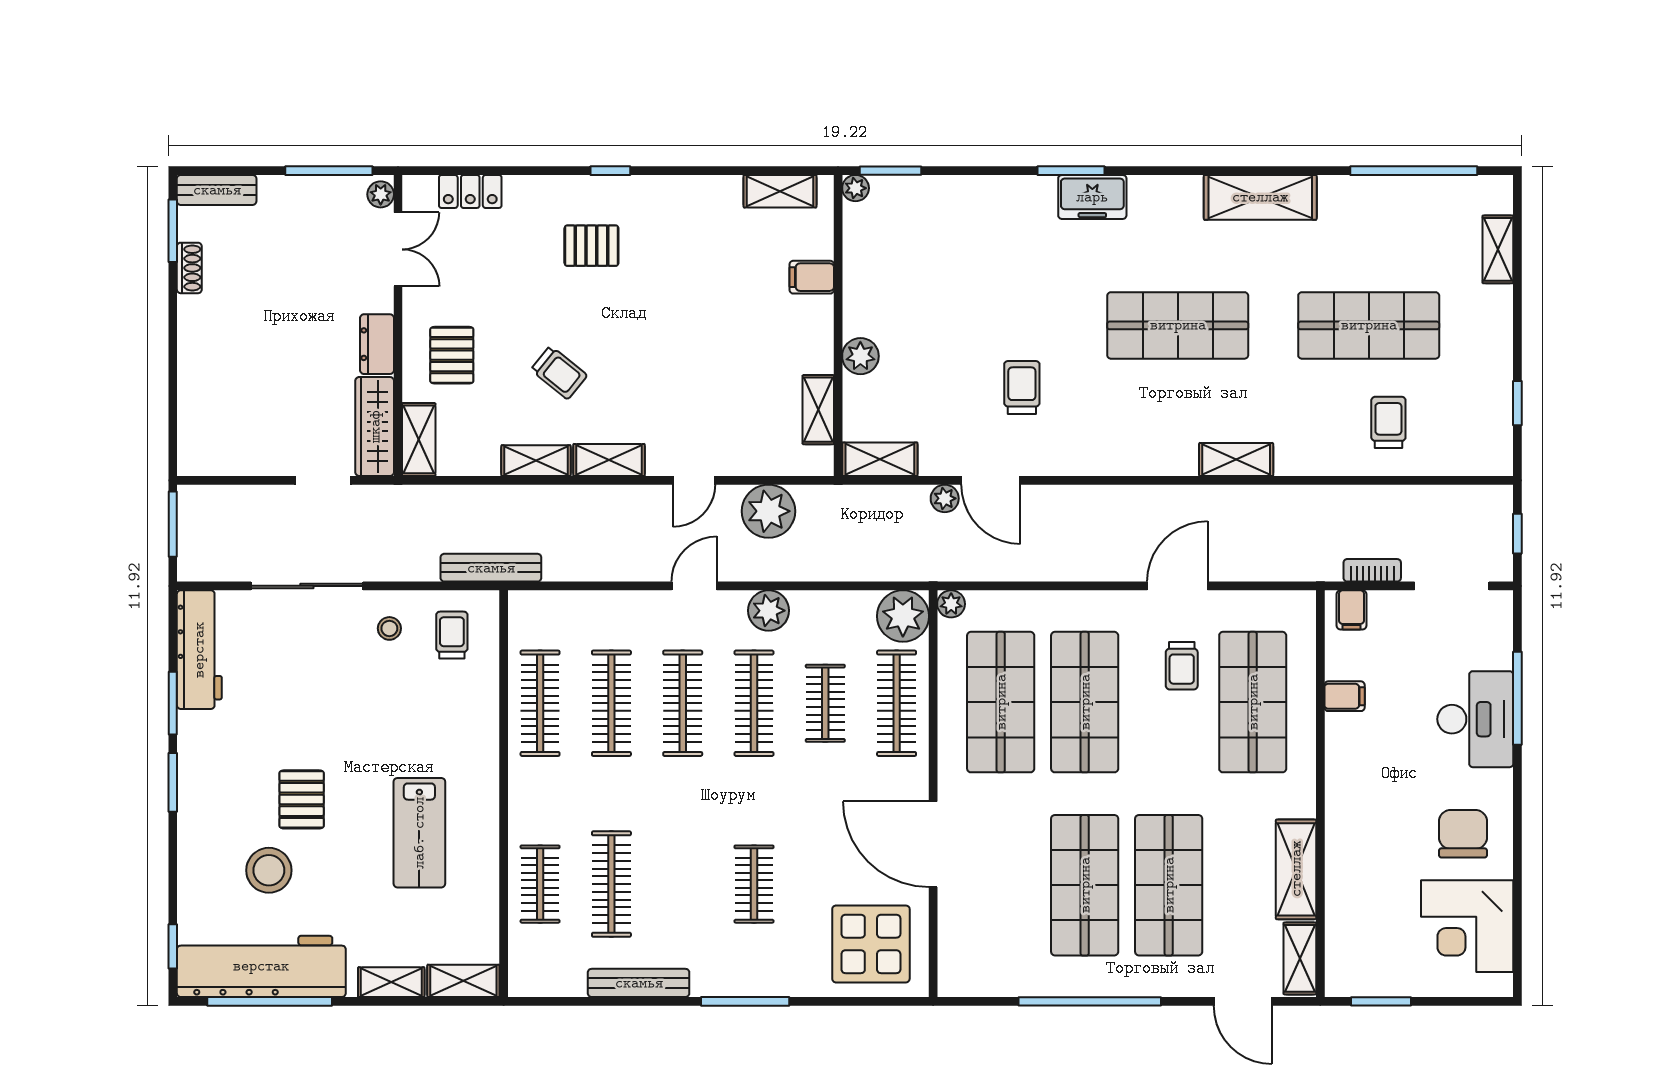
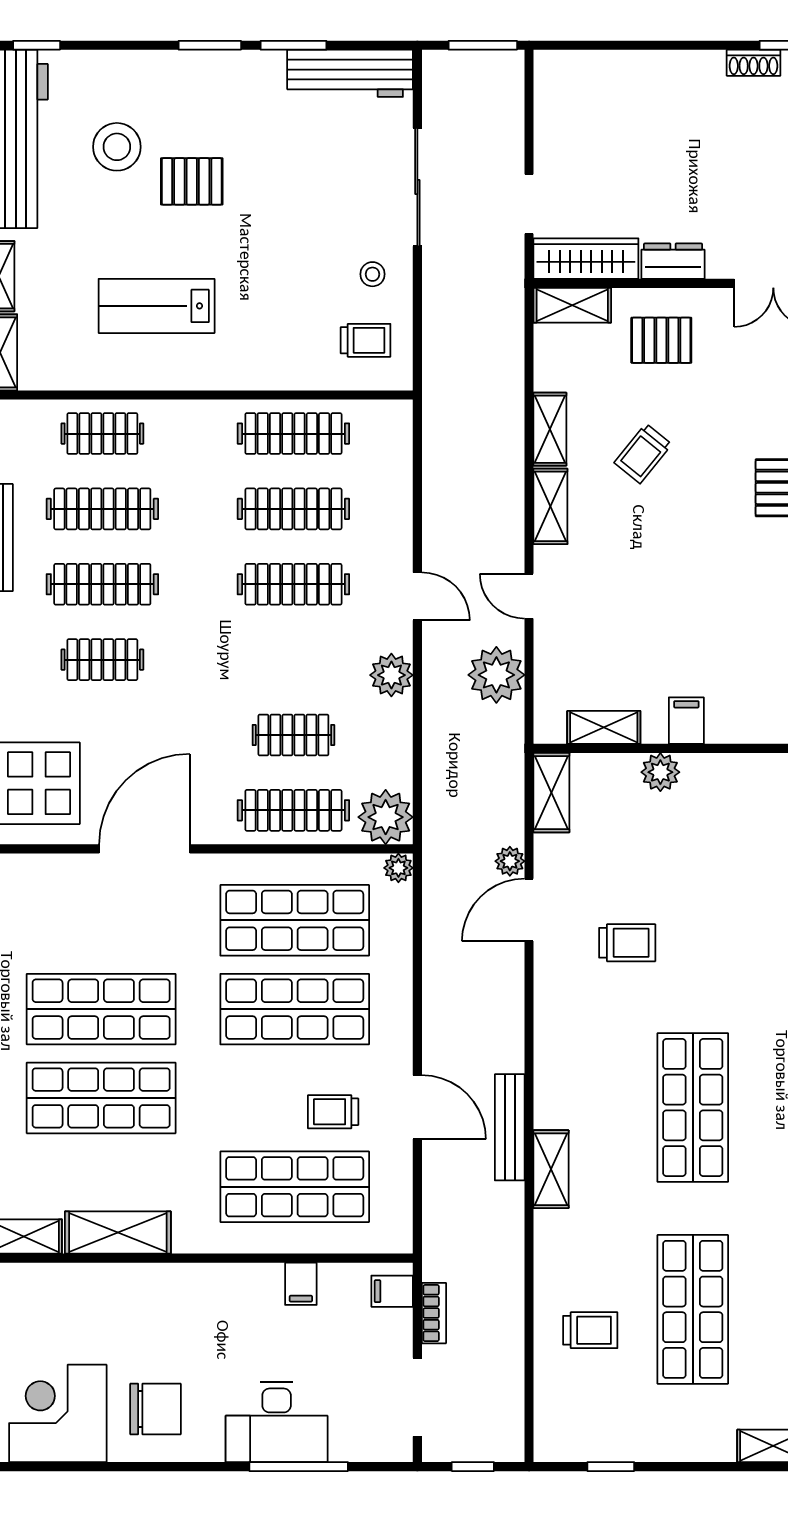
filing cabinet: (812, 277) -> (686, 721), moved
bench: (491, 568) -> (510, 1127), moved
clothes rail: (754, 703) -> (102, 584), moved

